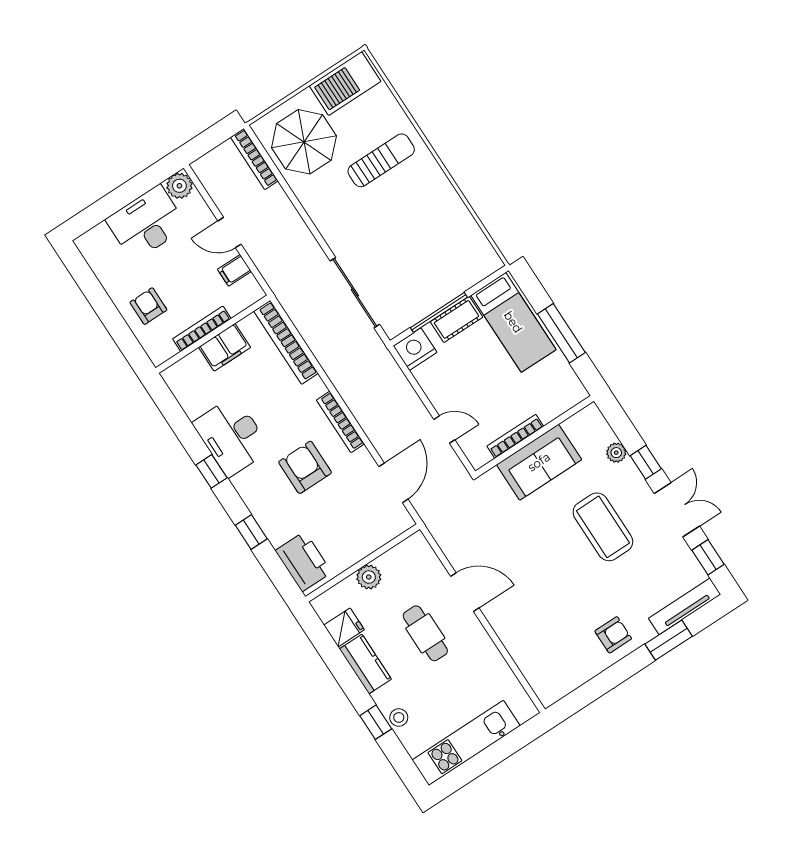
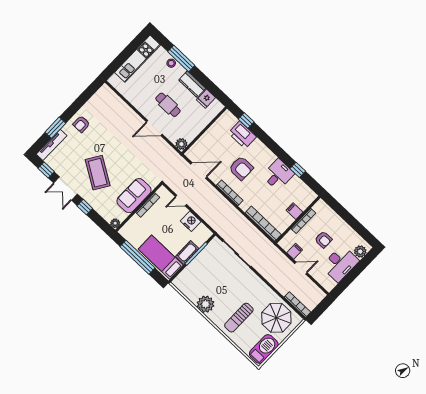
plant: (179, 186) -> (360, 251), moved
plant: (444, 204) -> (206, 304), added
armchair: (148, 306) -> (323, 240), moved
window: (561, 333) -> (137, 257), width x1.46
filing cabinet: (225, 347) -> (295, 211), width x0.50
nightstand: (415, 349) -> (191, 221), moved, turned -90
desk: (232, 436) -> (278, 175), width x0.73
plant: (616, 453) -> (115, 223), moved
window: (211, 471) -> (298, 170), moved
door: (393, 483) -> (199, 171), swing flipped
coffee table: (603, 527) -> (98, 173), turned 32
window: (251, 532) -> (246, 120), moved
printer: (303, 561) -> (242, 135), moved
plant: (369, 577) -> (181, 144), moved
window: (376, 722) -> (181, 59), width x2.17

